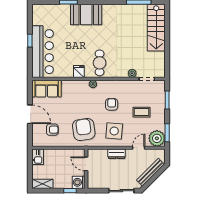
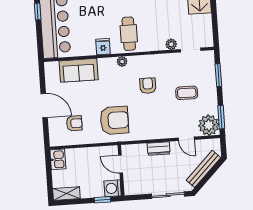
sofa: (47, 89) -> (79, 70), moved
armchair: (84, 129) -> (114, 120), turned 98
side table: (114, 131) -> (153, 120), removed
door: (139, 148) -> (186, 139), swing flipped

